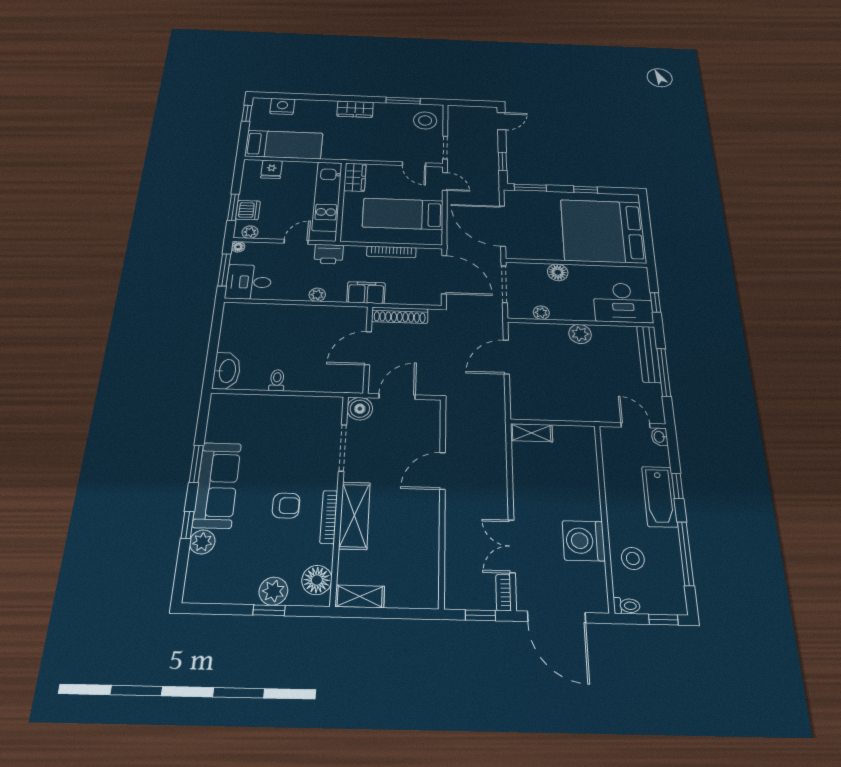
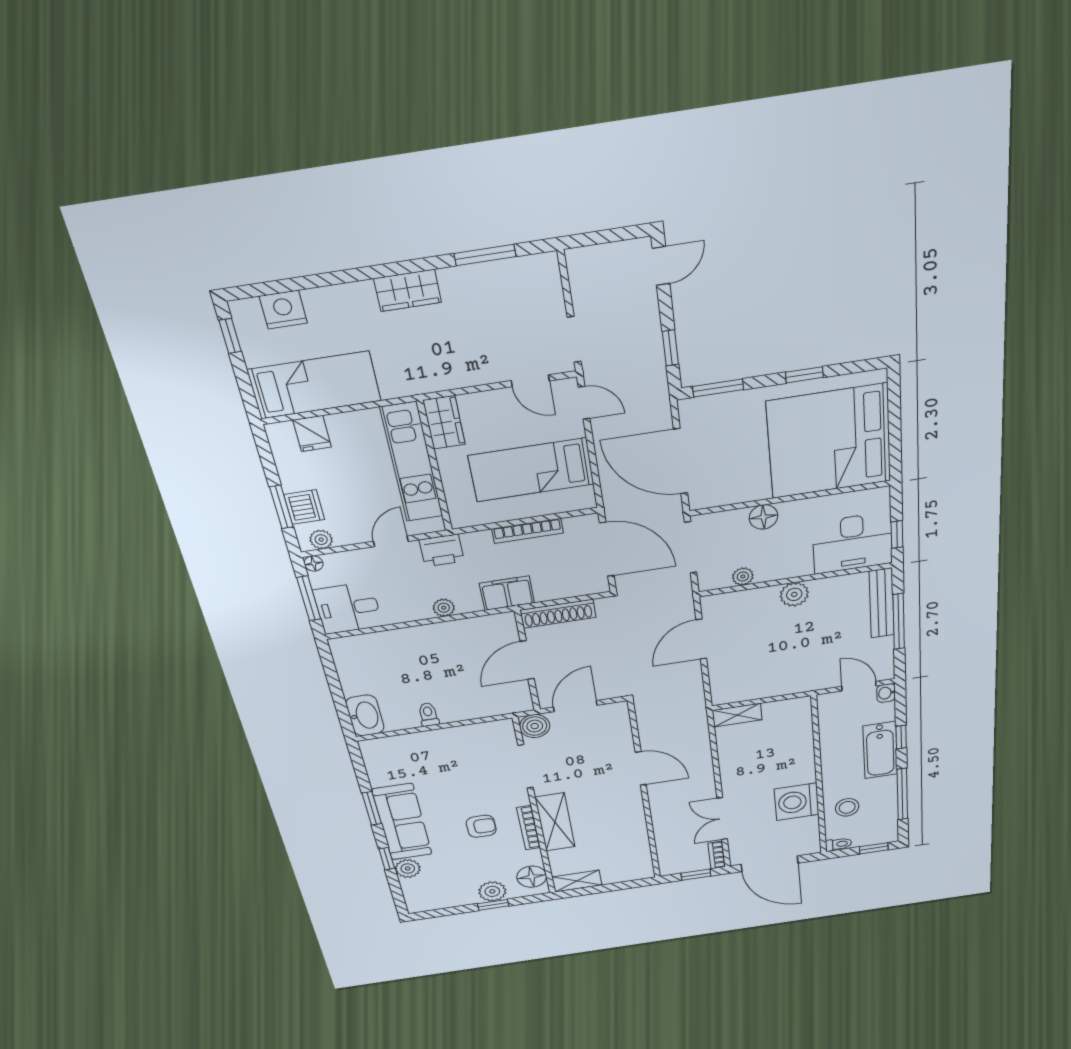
stool: (425, 120) -> (531, 291), removed
door: (442, 471) -> (641, 768), swing flipped

